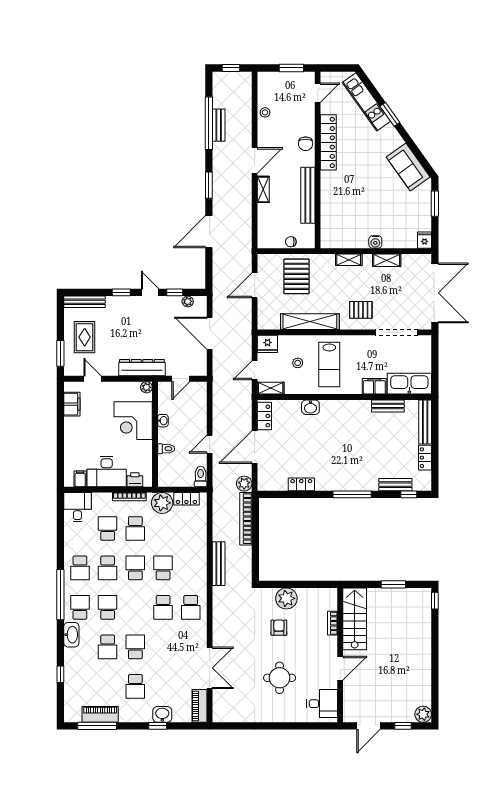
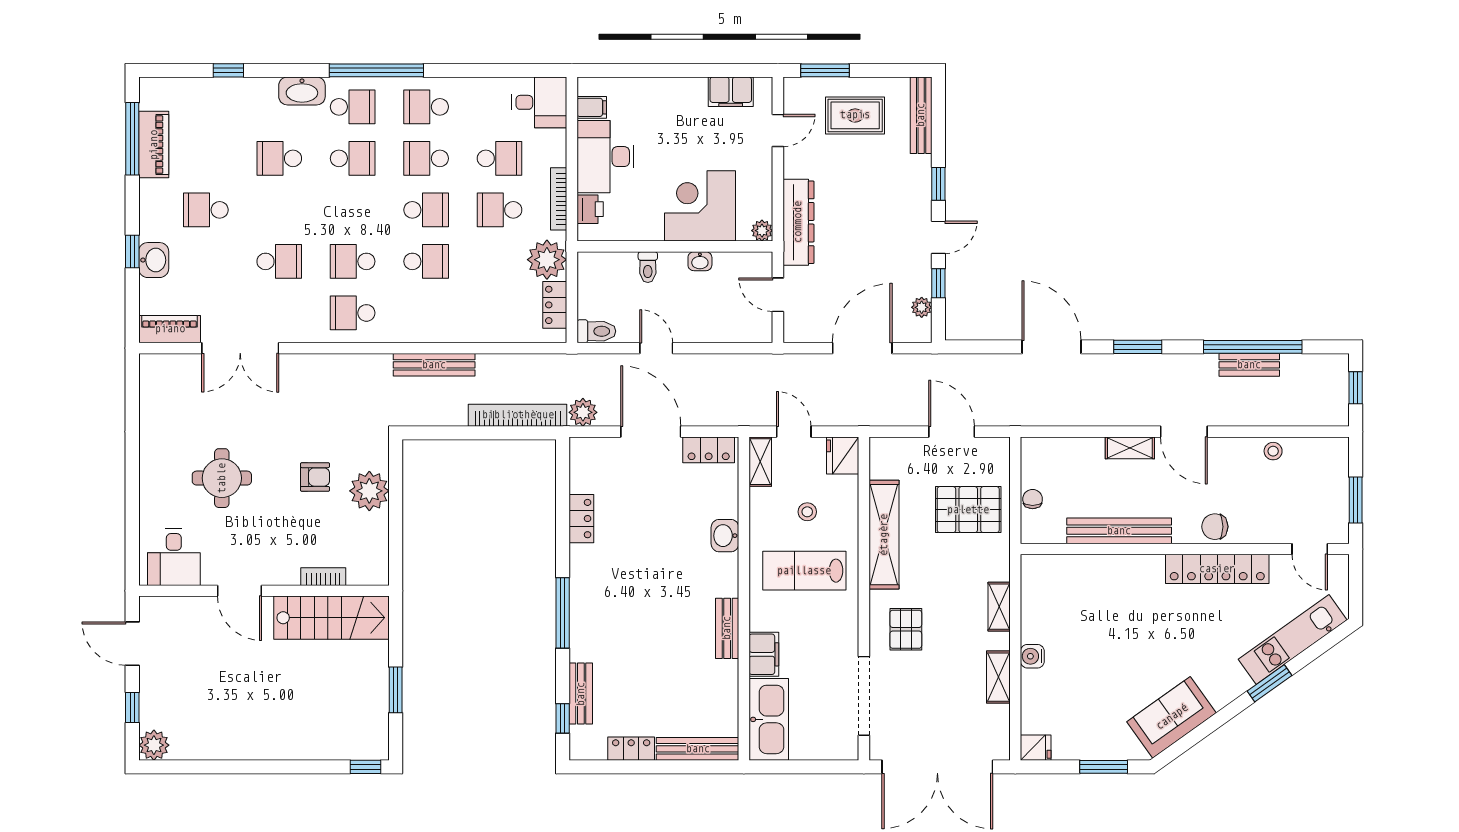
bench: (388, 406) -> (727, 628), moved
school desk: (135, 647) -> (279, 261), moved

